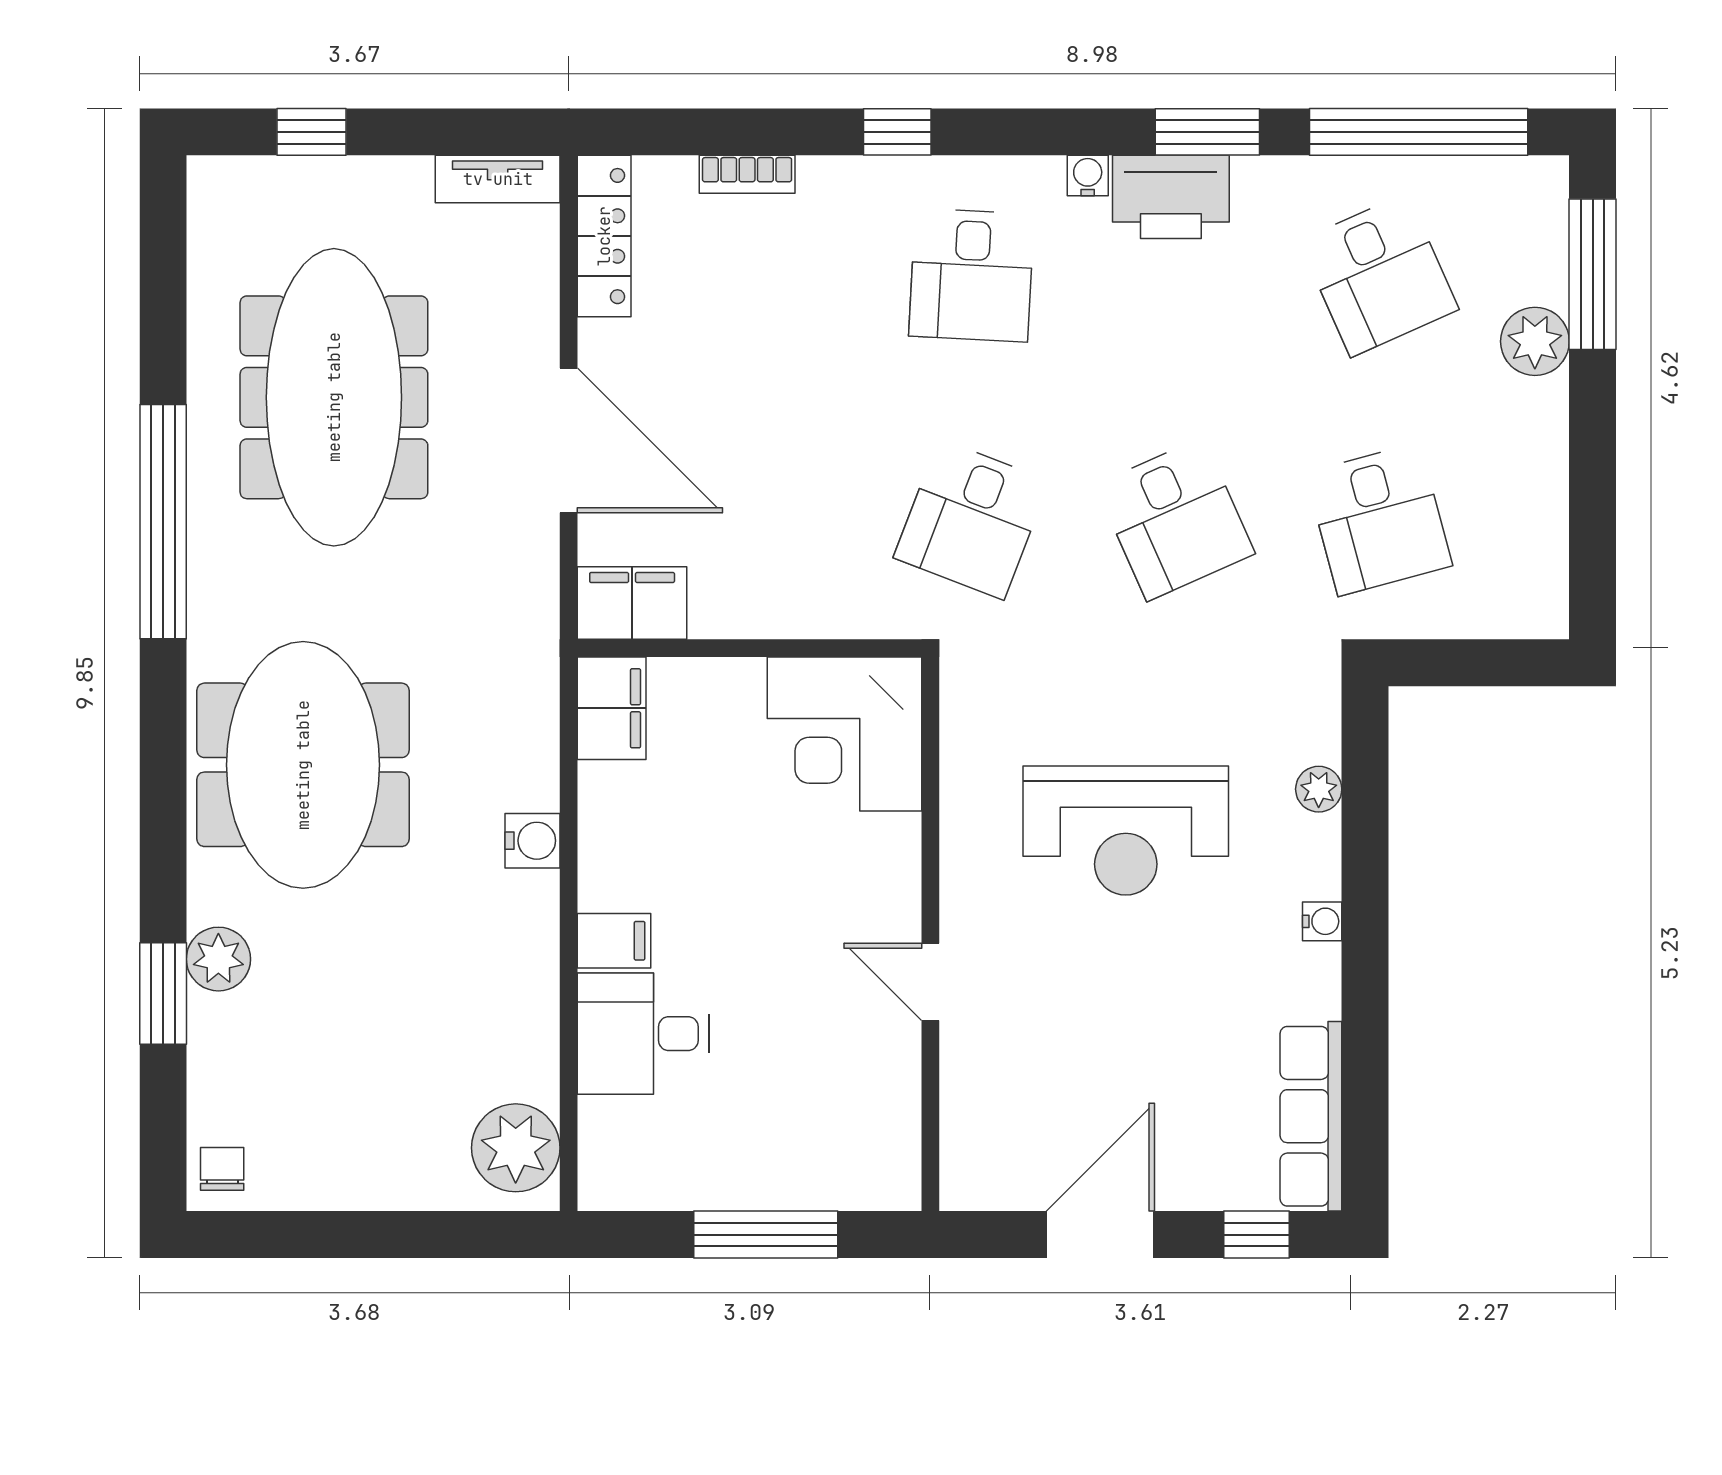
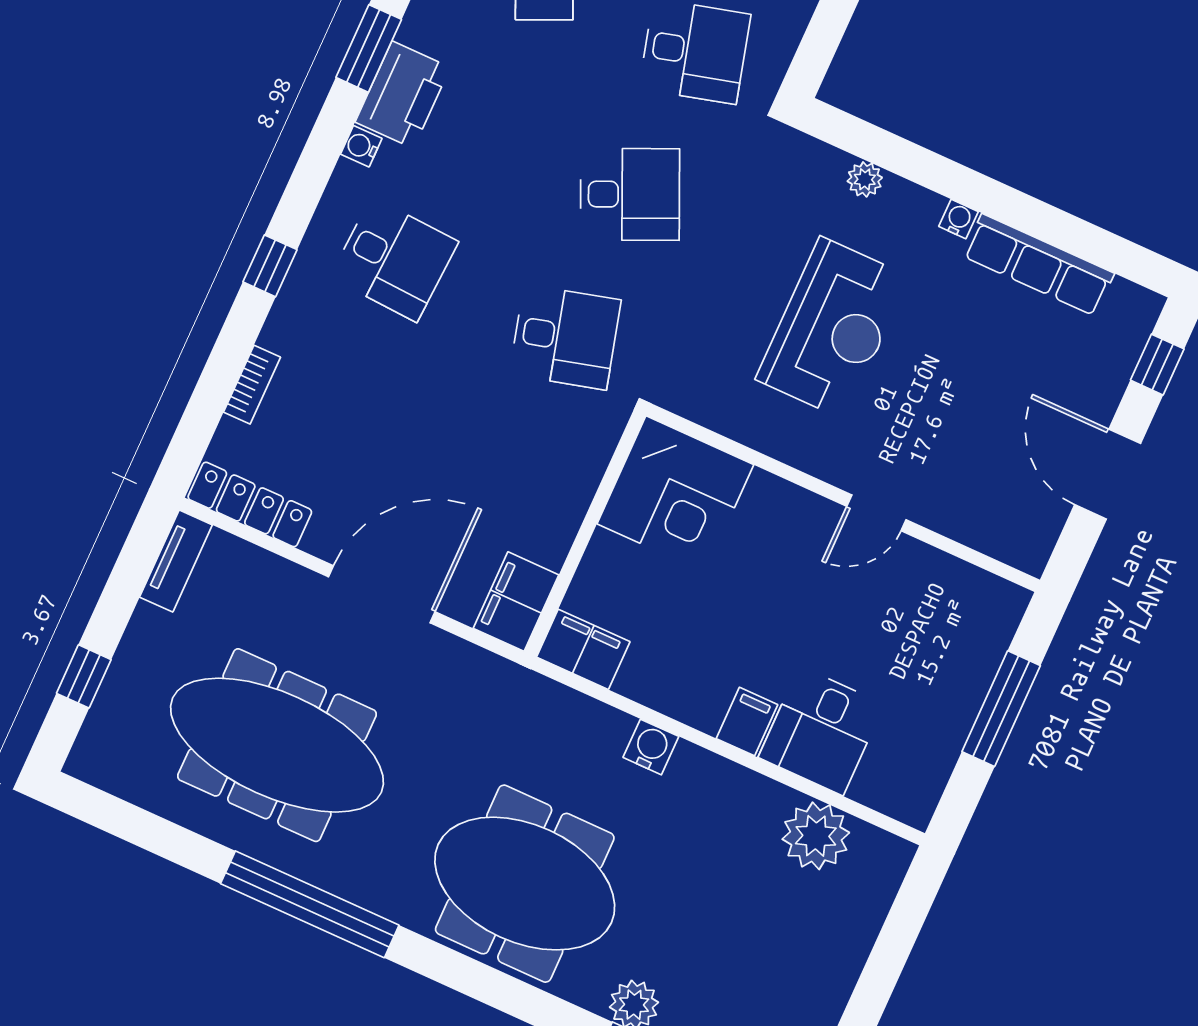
desk: (971, 519) -> (565, 337), turned -36
row of seats: (1311, 1116) -> (1038, 265), moved
plant: (516, 1148) -> (816, 836), moved

